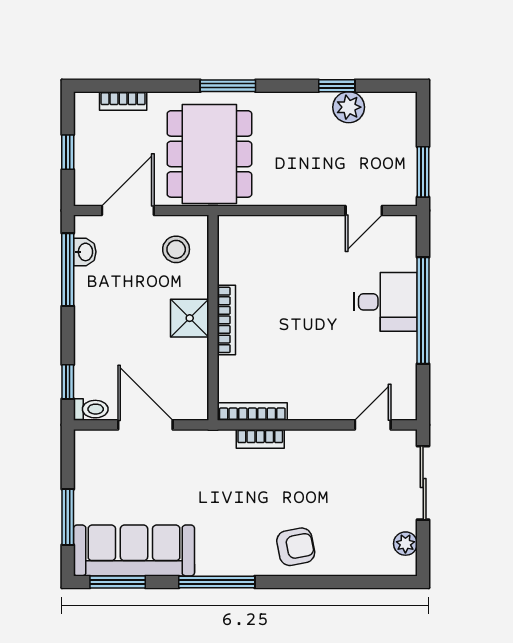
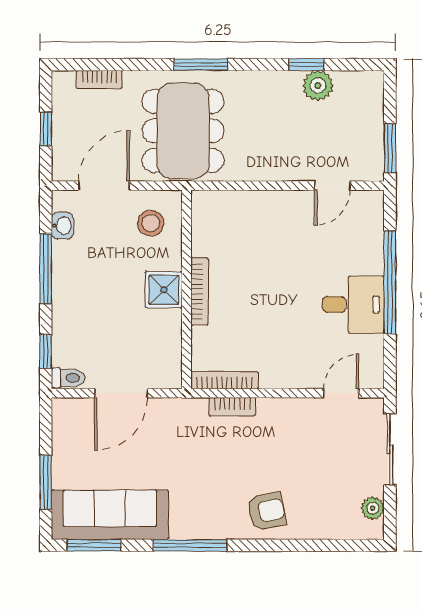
window: (68, 270) -> (46, 269), moved
desk: (385, 302) -> (353, 305), moved
door: (145, 425) -> (121, 393), swing flipped

